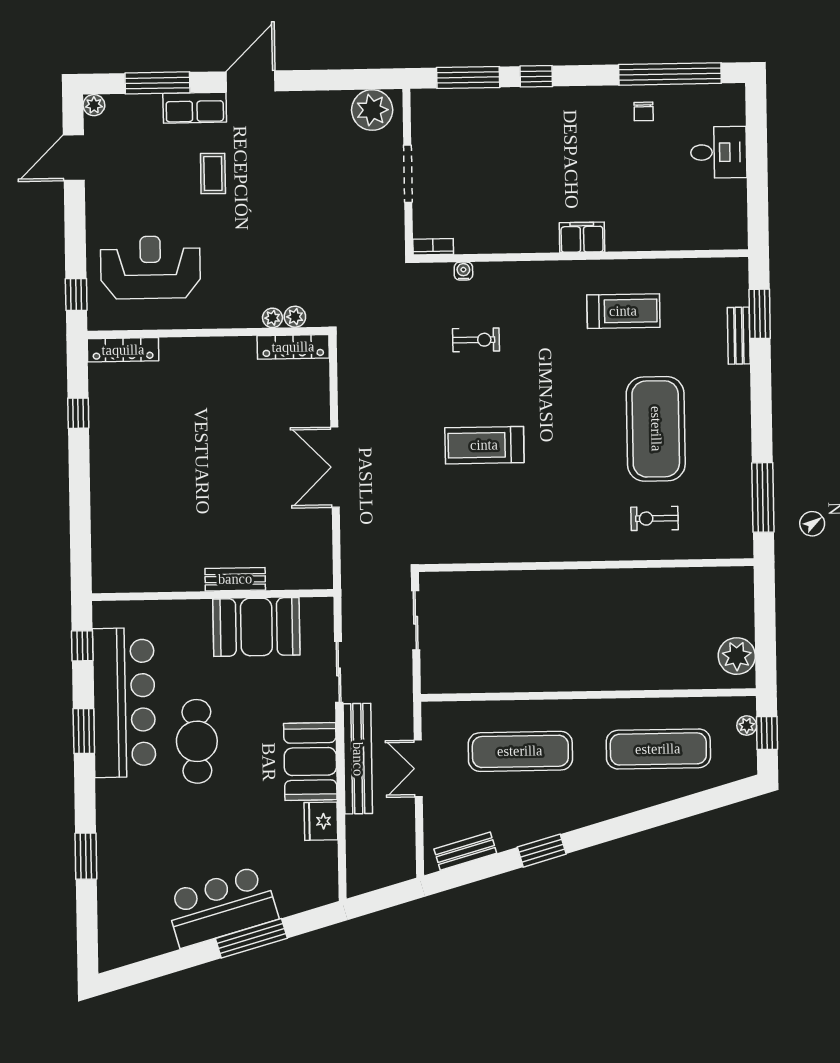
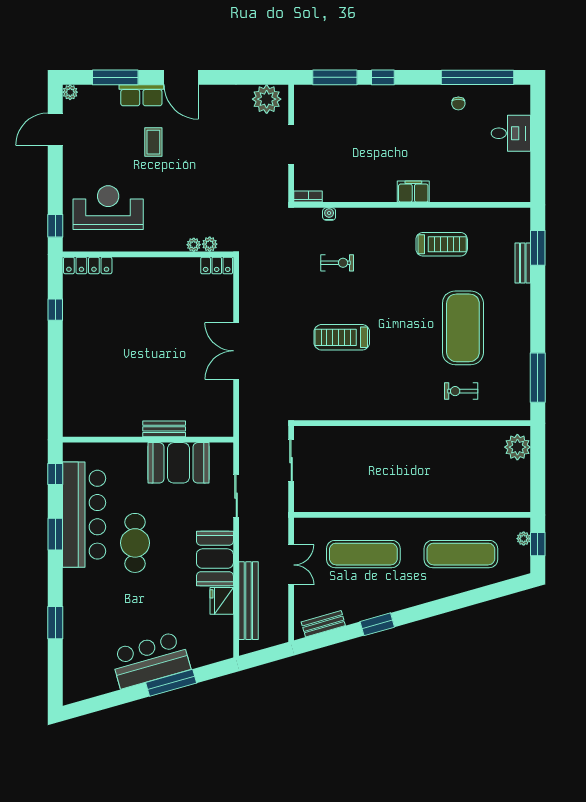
door: (251, 81) -> (181, 77), swing flipped
locker: (293, 347) -> (217, 266), width x0.66
plant: (737, 656) -> (517, 447), moved
bench: (358, 759) -> (248, 601), moved
double door: (418, 768) -> (291, 565), swing flipped

